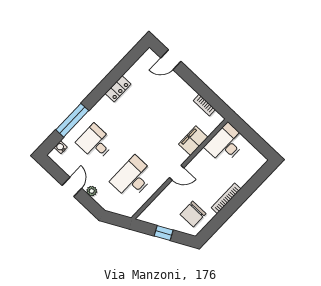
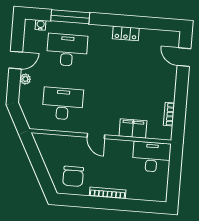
desk: (95, 143) -> (67, 50), width x1.37
chair: (193, 214) -> (73, 176), turned -90
window: (164, 233) -> (38, 165), removed

